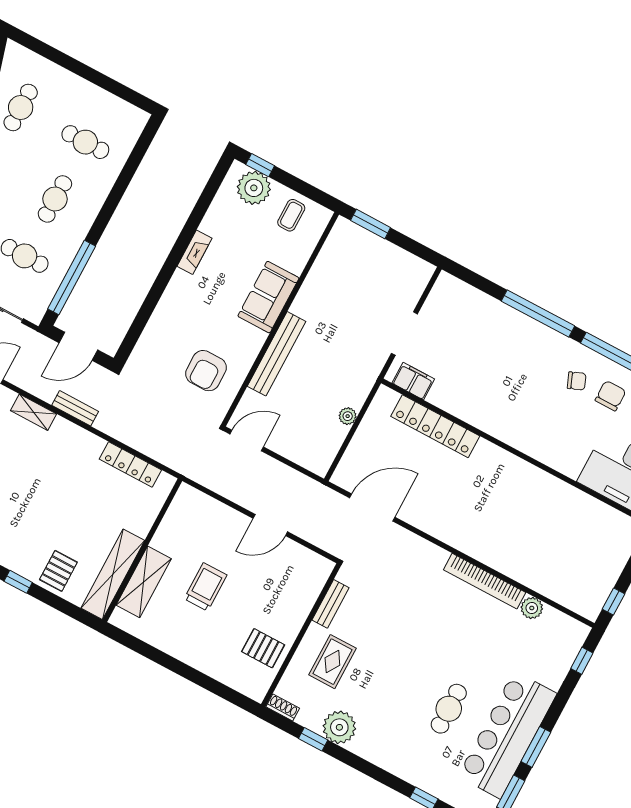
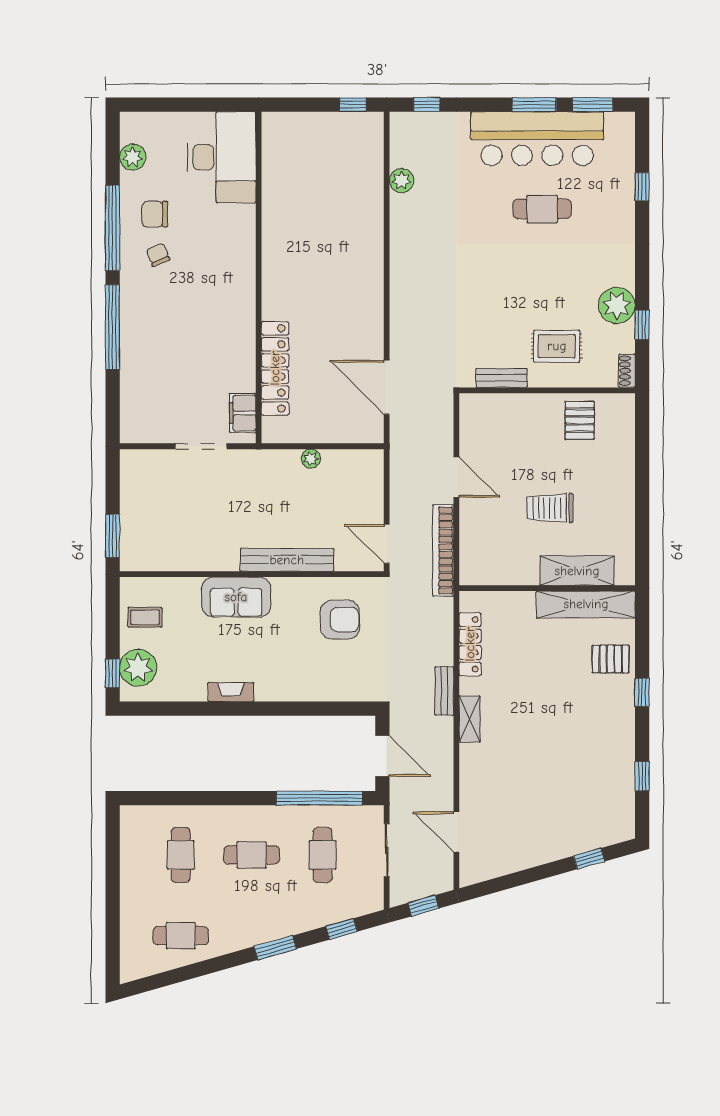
bench: (75, 408) -> (444, 691), moved
shelving: (33, 412) -> (470, 719), moved
bookcase: (485, 581) -> (443, 550), moved, turned 180

